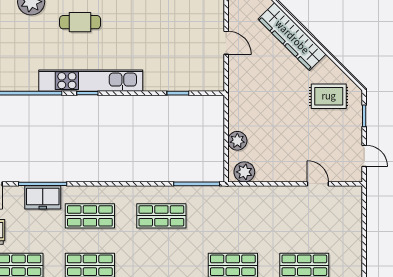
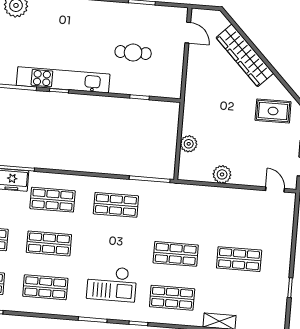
cafe table: (80, 22) -> (133, 53), moved
door: (226, 43) -> (188, 33), moved
plant: (244, 172) -> (222, 174), moved
door: (318, 184) -> (275, 189), moved

